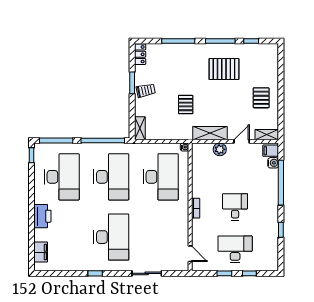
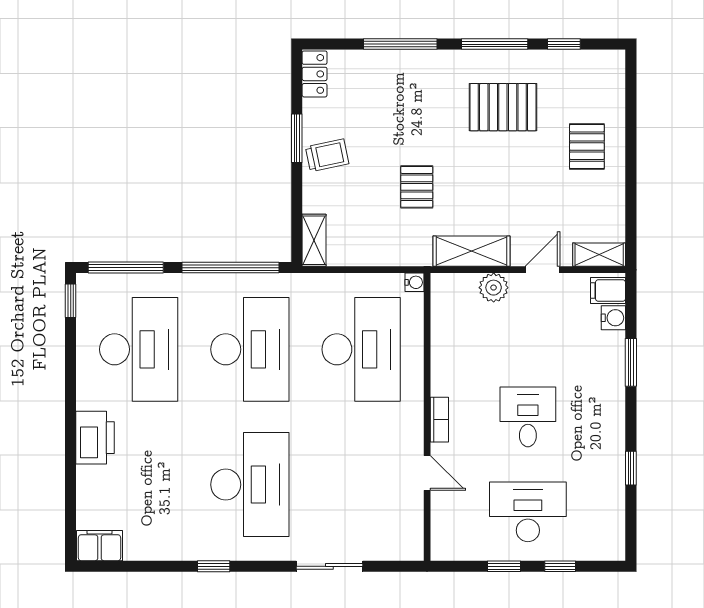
pallet: (261, 98) -> (587, 147), moved
window: (281, 183) -> (631, 362), width x0.47
filing cabinet: (41, 252) -> (100, 546), moved, turned -90
door: (190, 254) -> (427, 473), moved

